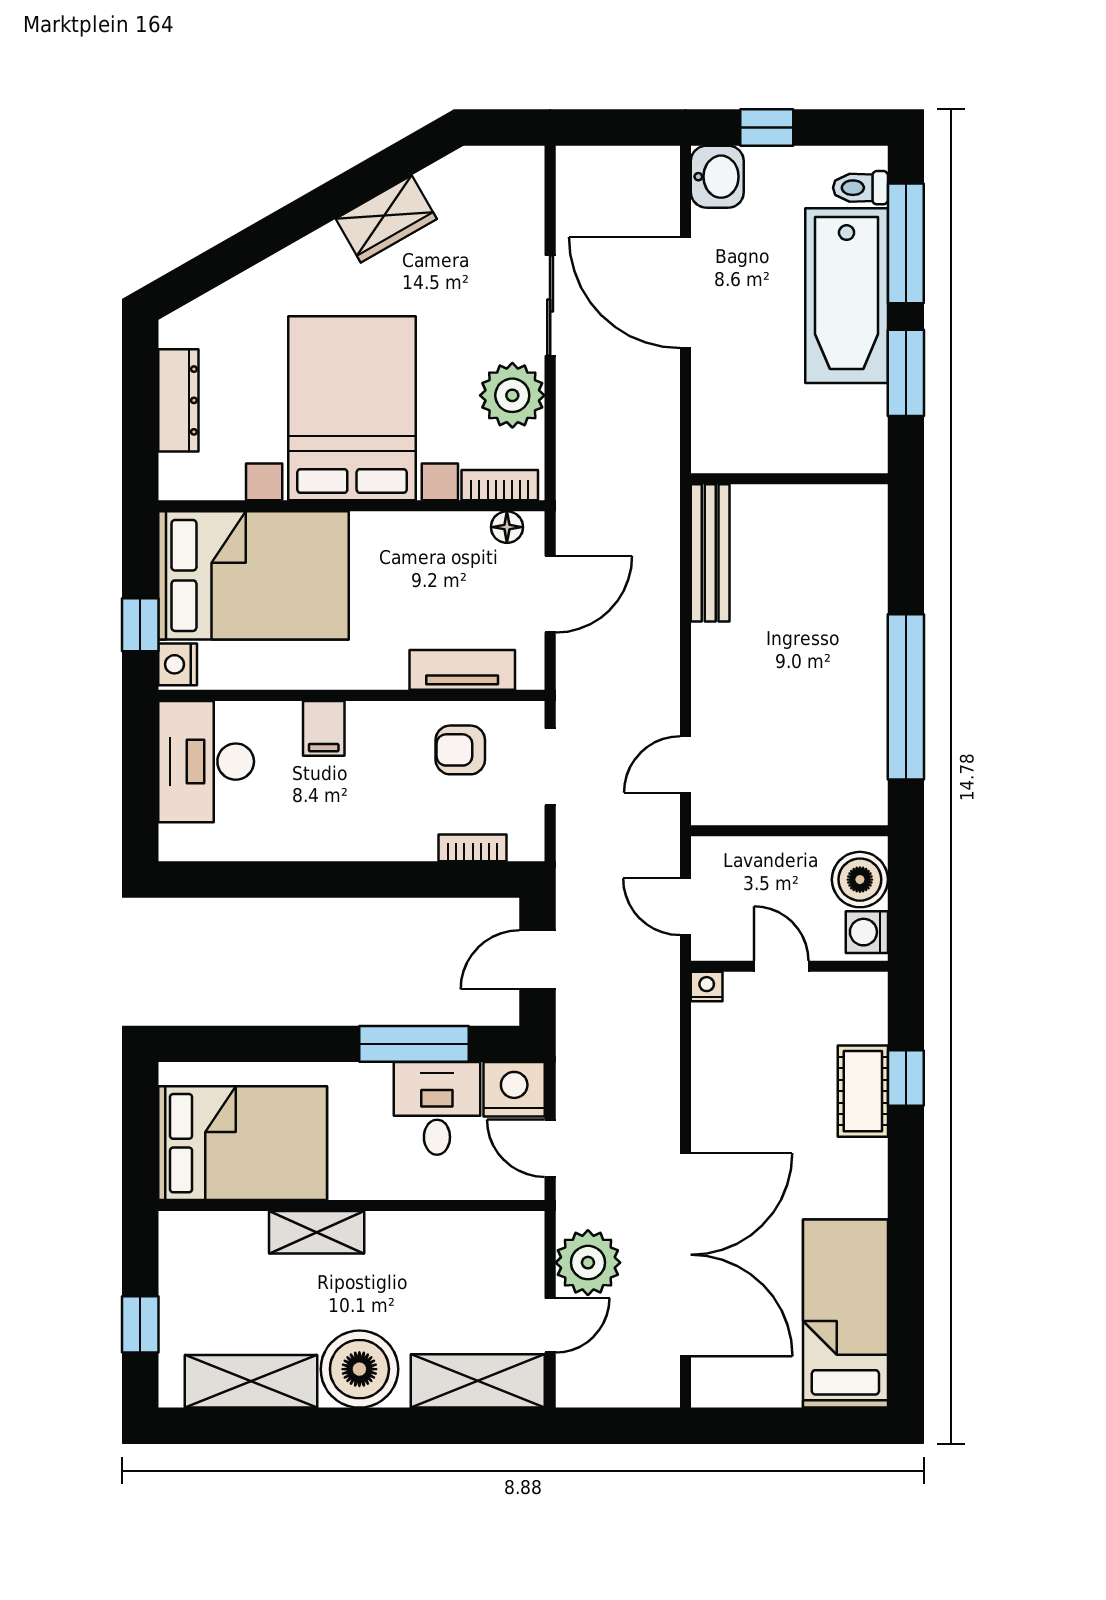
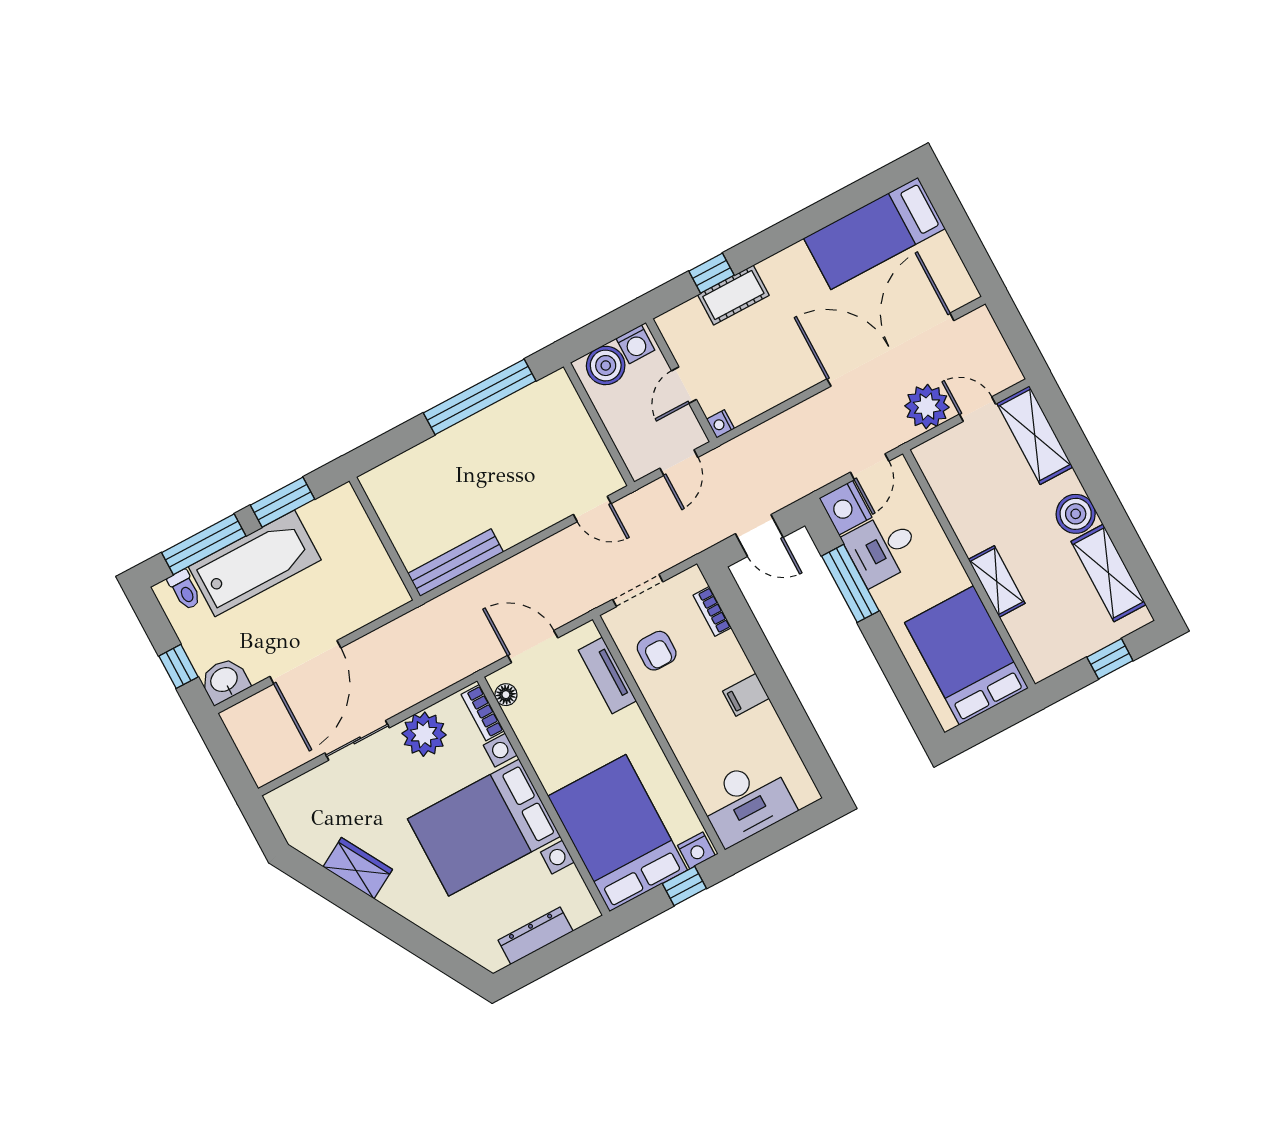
filing cabinet: (324, 728) -> (746, 695), moved, turned 180
boiler: (359, 1369) -> (1076, 514), width x0.73, depth x0.73

